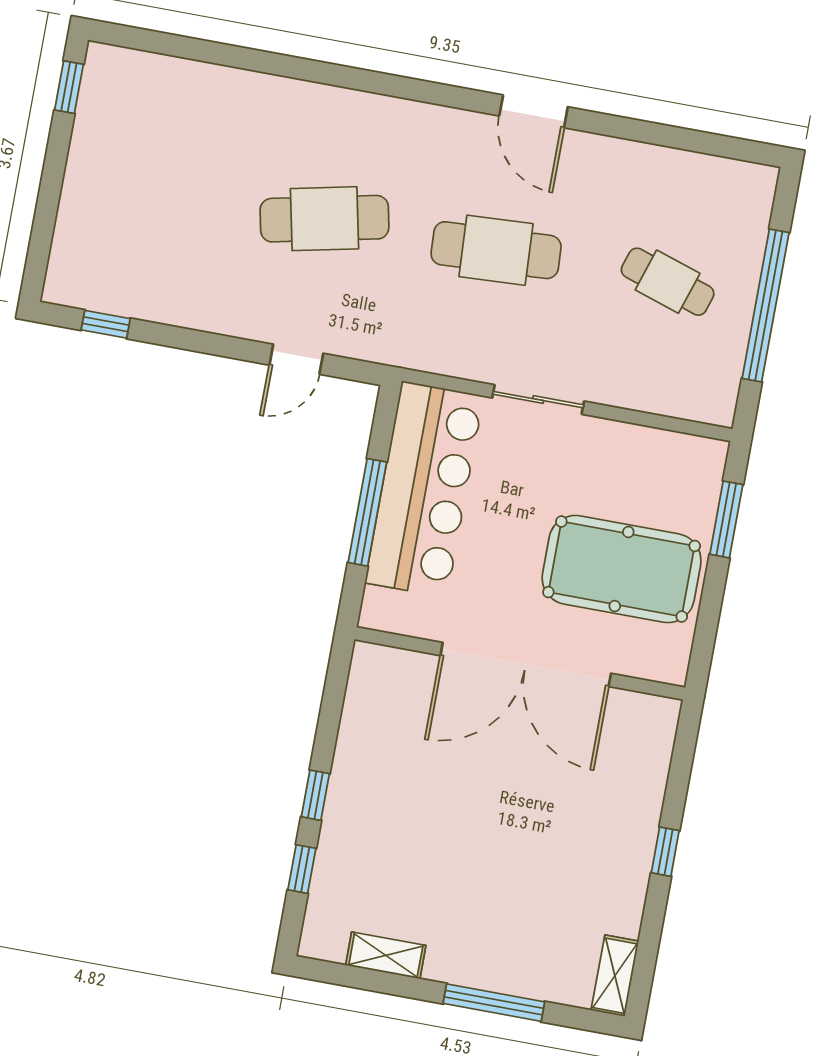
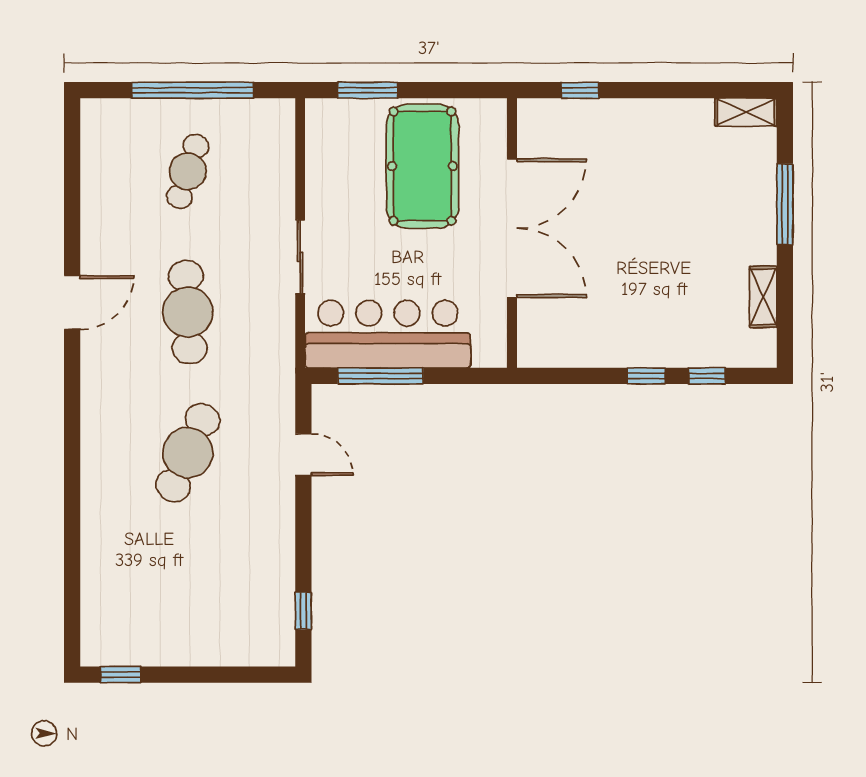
cafe table: (324, 219) -> (188, 453), turned 36
window: (367, 512) -> (381, 376), moved
window: (665, 852) -> (580, 90), moved

